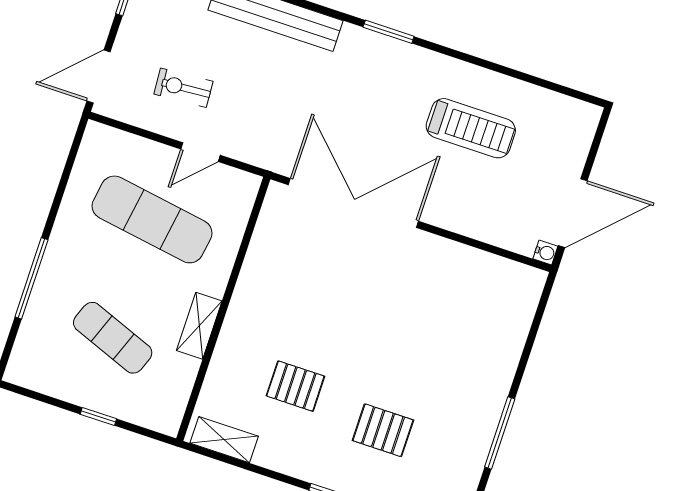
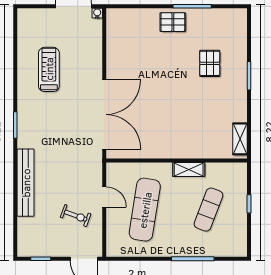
exercise bike: (183, 88) -> (76, 216), turned -66
double door: (353, 203) -> (104, 114), swing flipped
pallet: (295, 386) -> (173, 22), moved, turned 90

